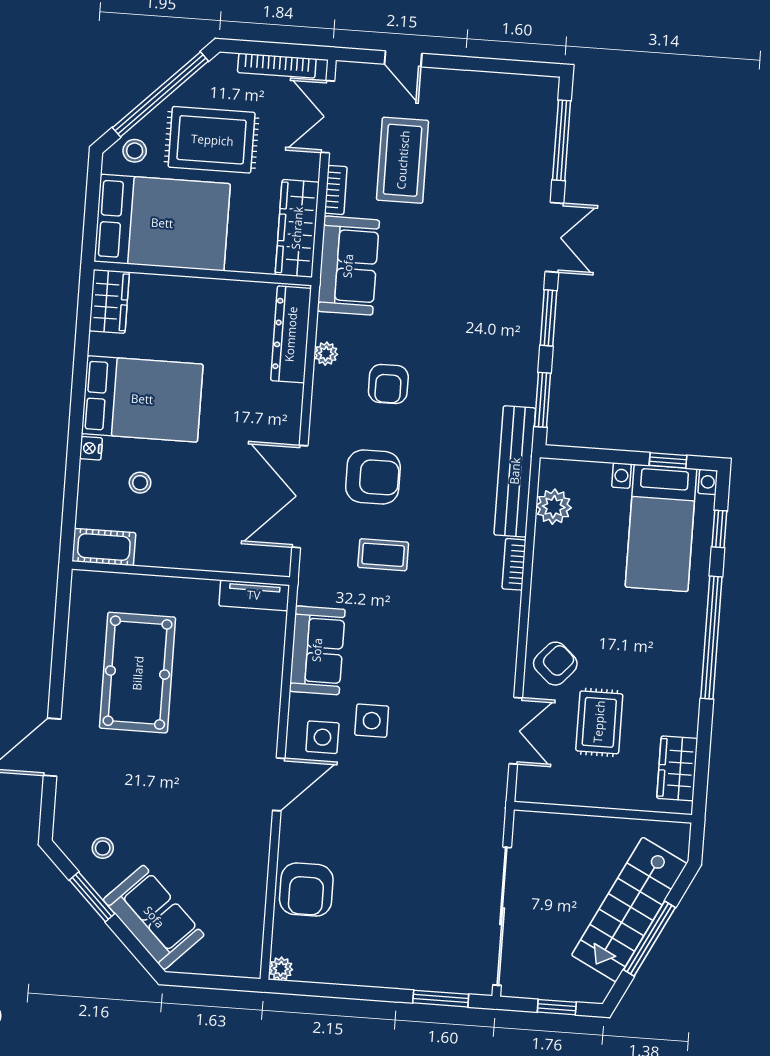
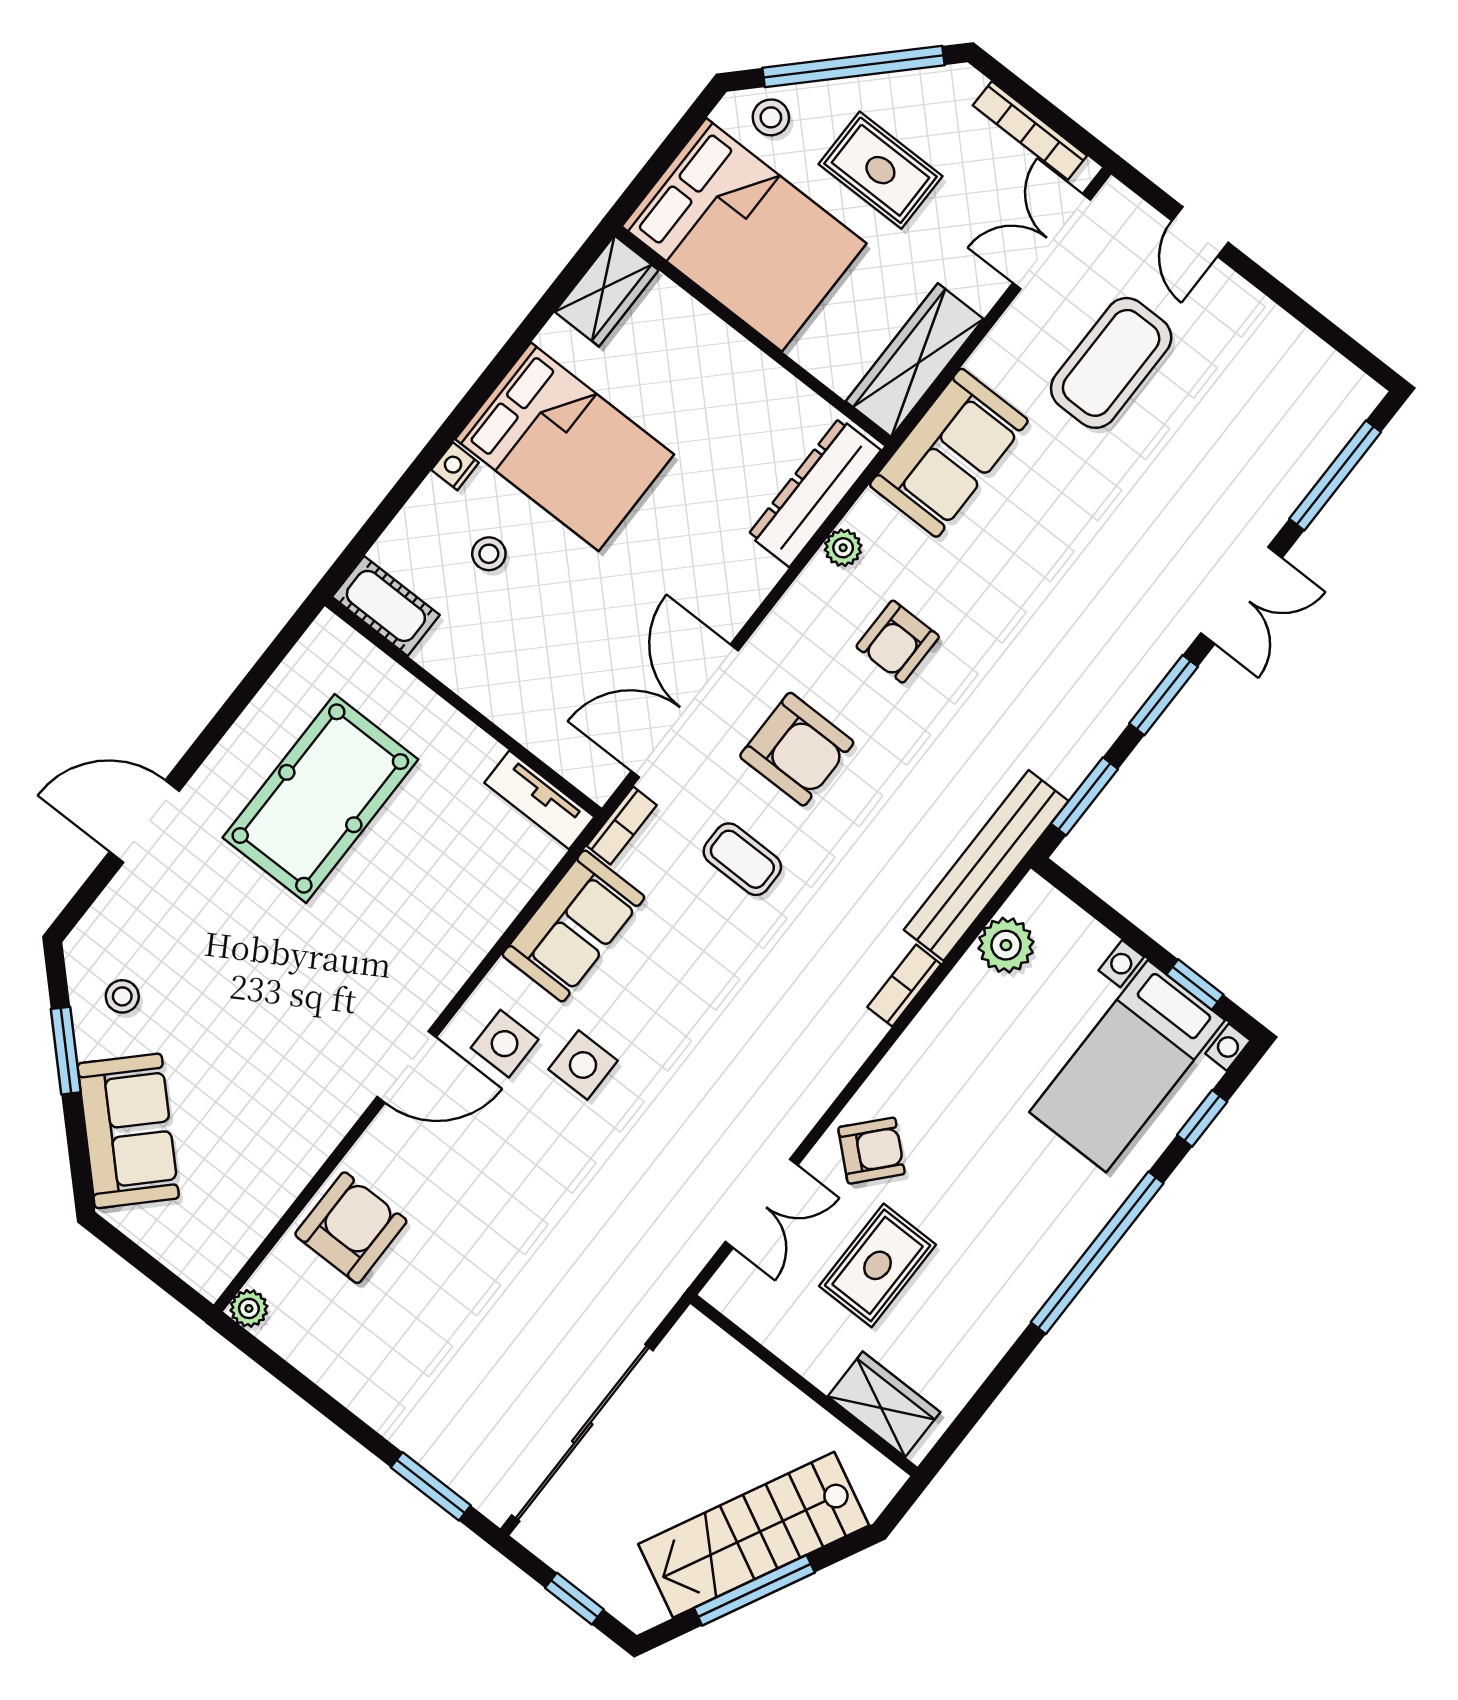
rug: (212, 140) -> (880, 170), width x0.73, depth x0.70
bookcase: (336, 190) -> (622, 826), moved
wardrobe: (677, 768) -> (884, 1404), moved, turned 90
armchair: (306, 890) -> (351, 1228), turned 180

